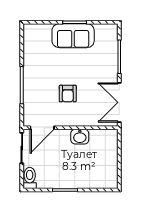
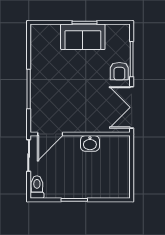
armchair: (68, 94) -> (119, 71), moved

